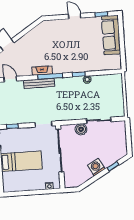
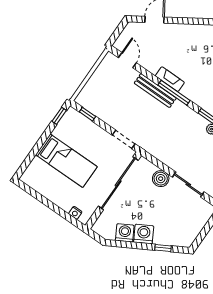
washing machine: (85, 175) -> (125, 233), added

